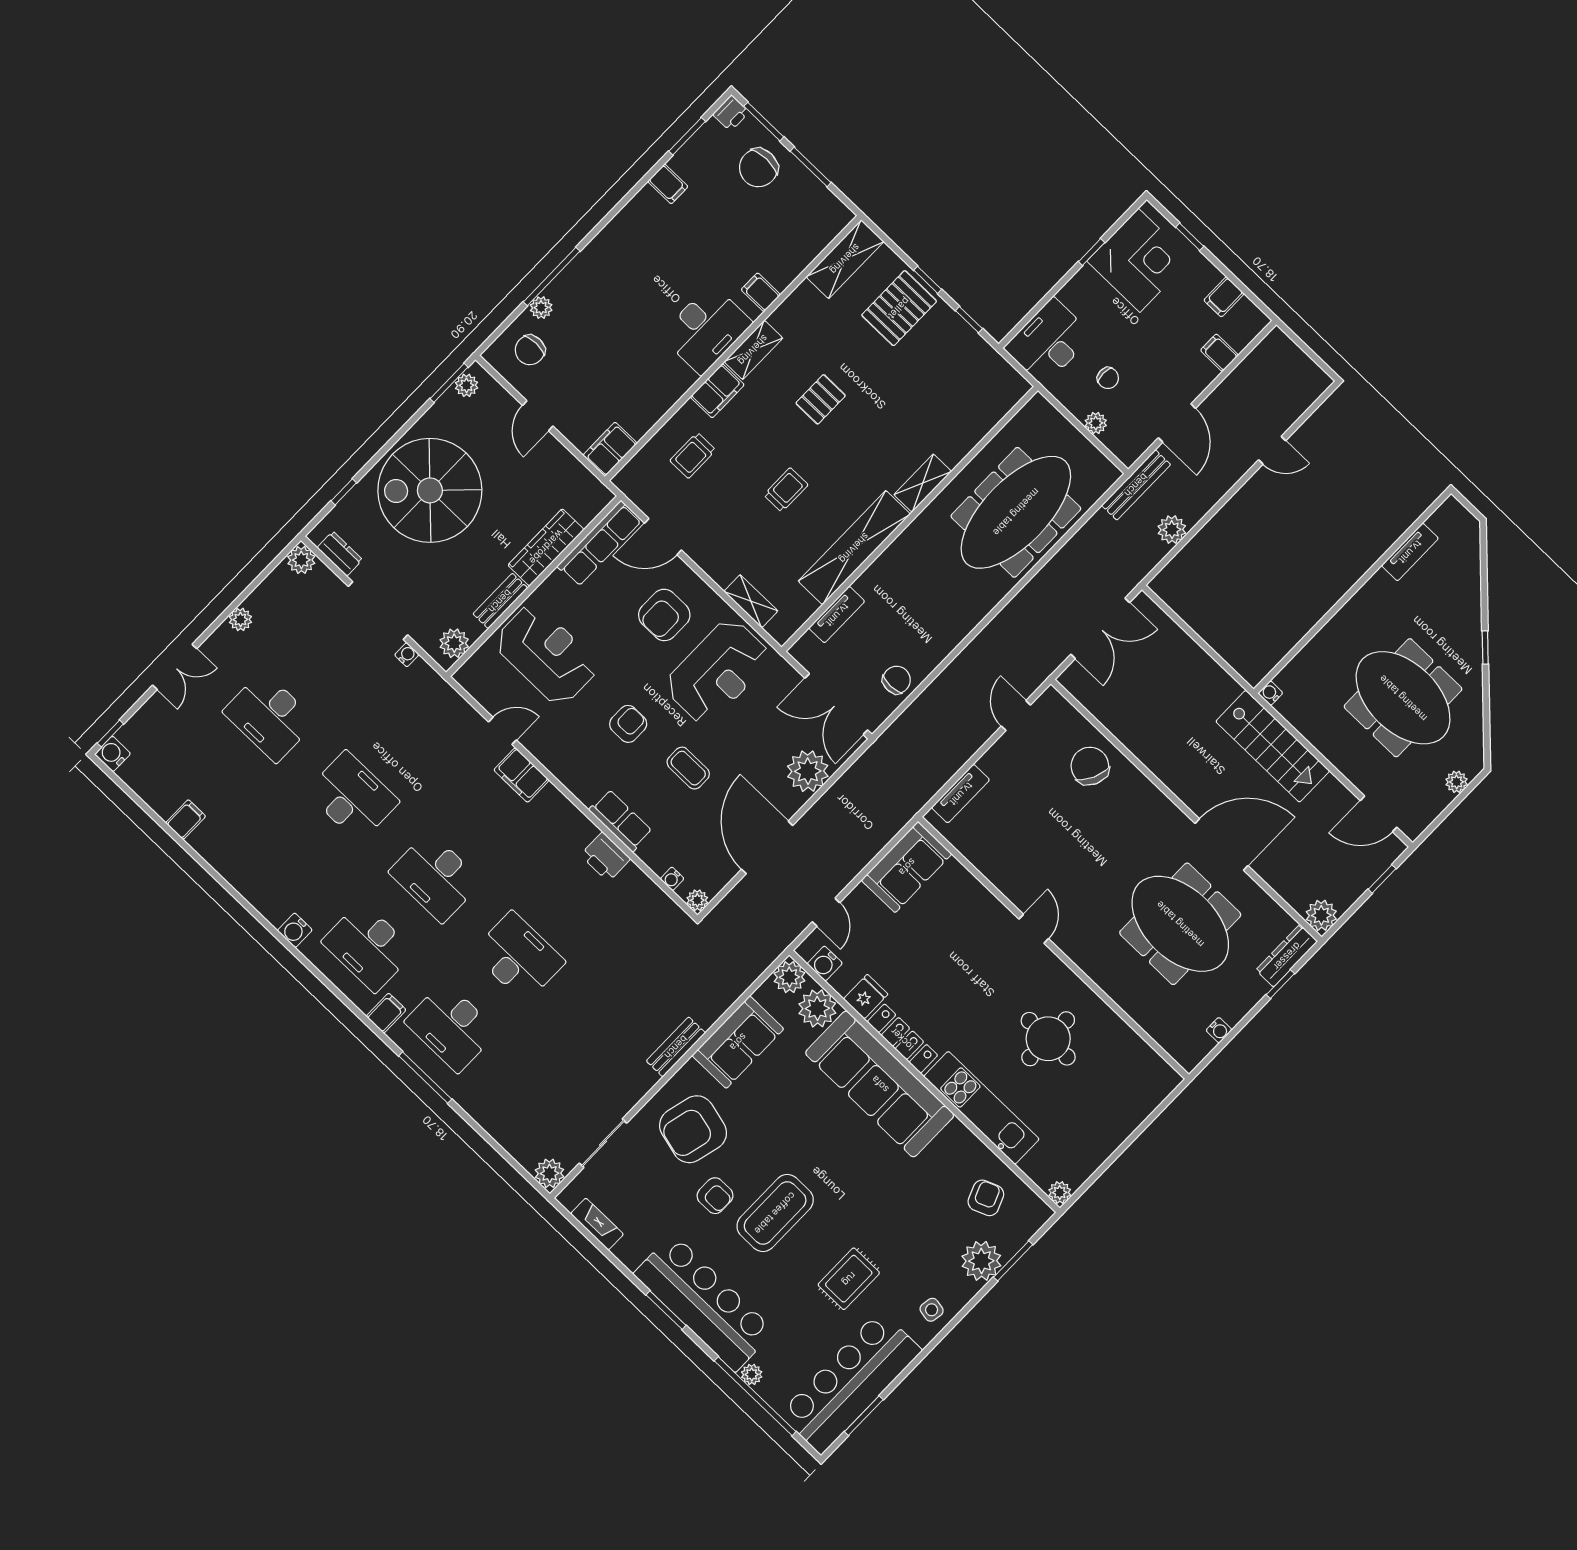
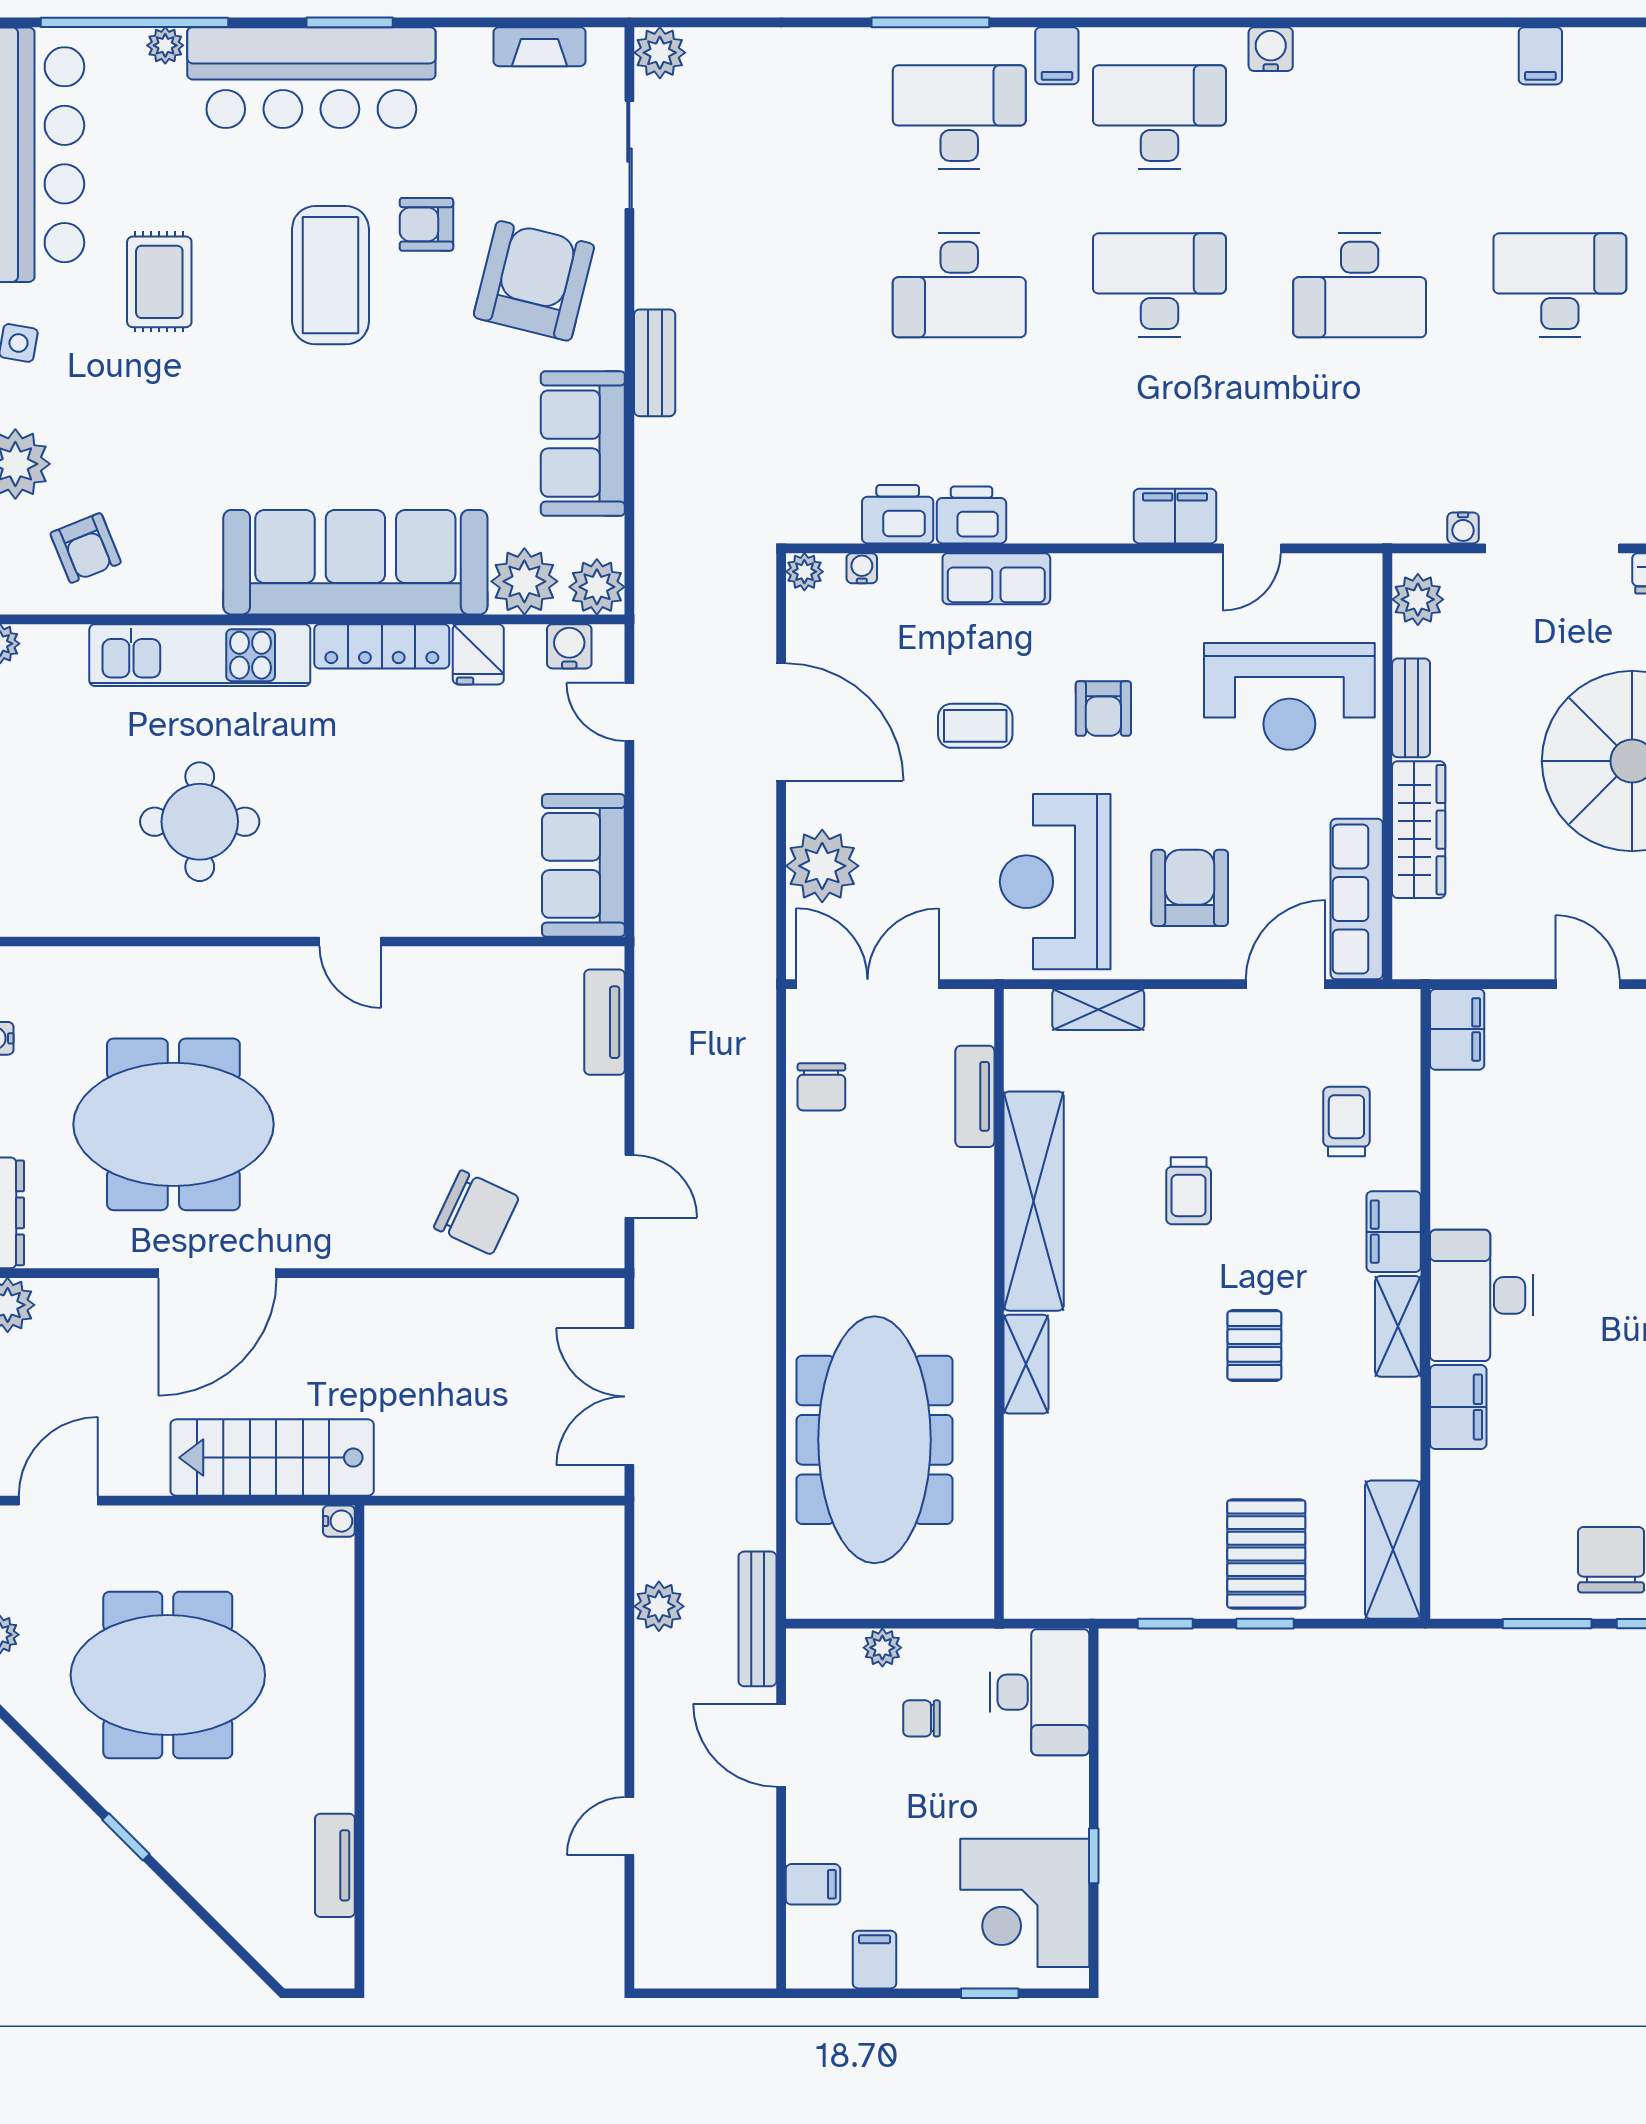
filing cabinet: (761, 292) -> (1458, 1407), width x2.00
printer: (636, 887) -> (898, 514), added

